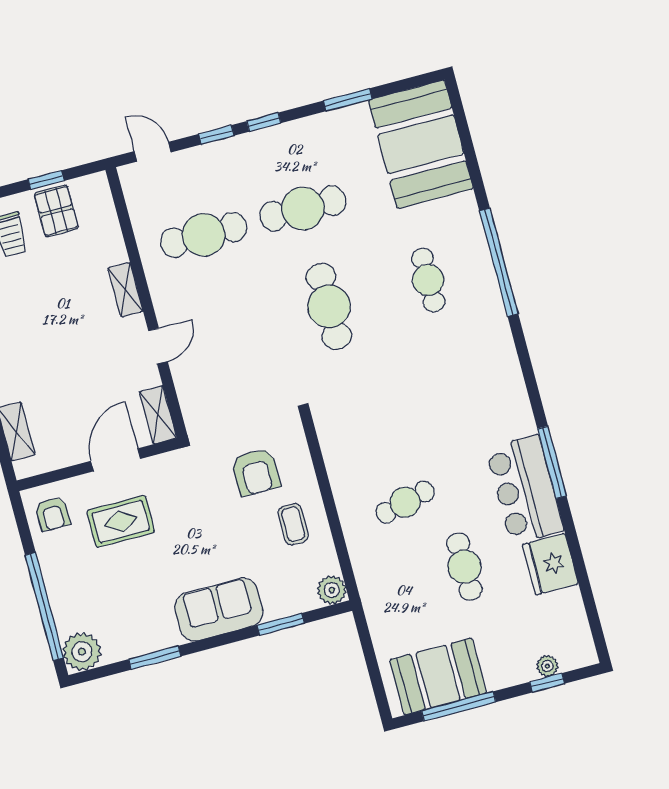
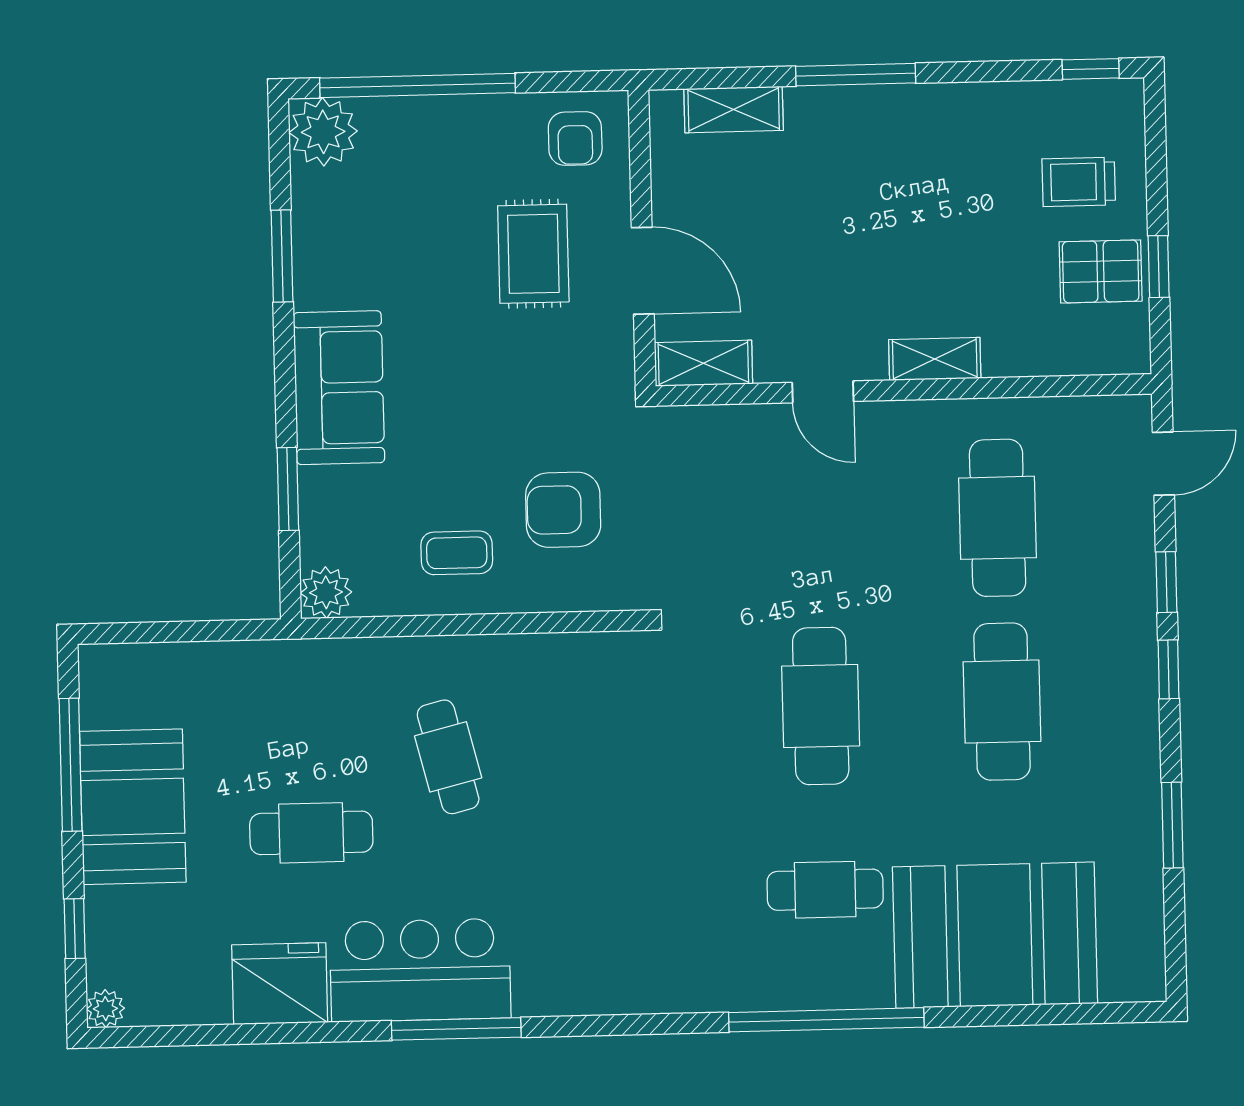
booth: (421, 144) -> (995, 935), moved
cafe table: (329, 306) -> (821, 706), turned 90
armchair: (53, 514) -> (575, 138), turned -90
plant: (547, 666) -> (105, 1009), moved
booth: (438, 676) -> (133, 807), moved

